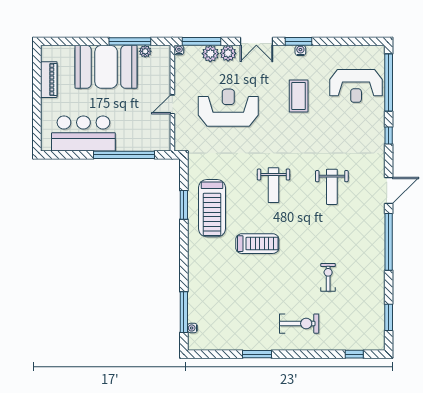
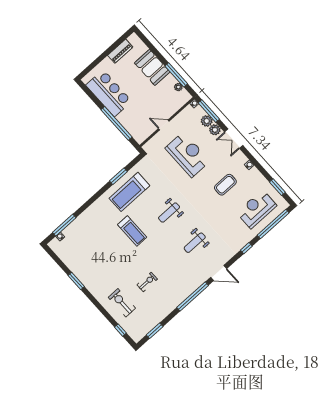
window: (298, 41) -> (277, 187), moved
booth: (106, 67) -> (152, 67), width x0.73, depth x0.70
reception desk: (356, 86) -> (257, 209), turned 90
exercise bike: (299, 324) -> (122, 303), moved, turned 180

